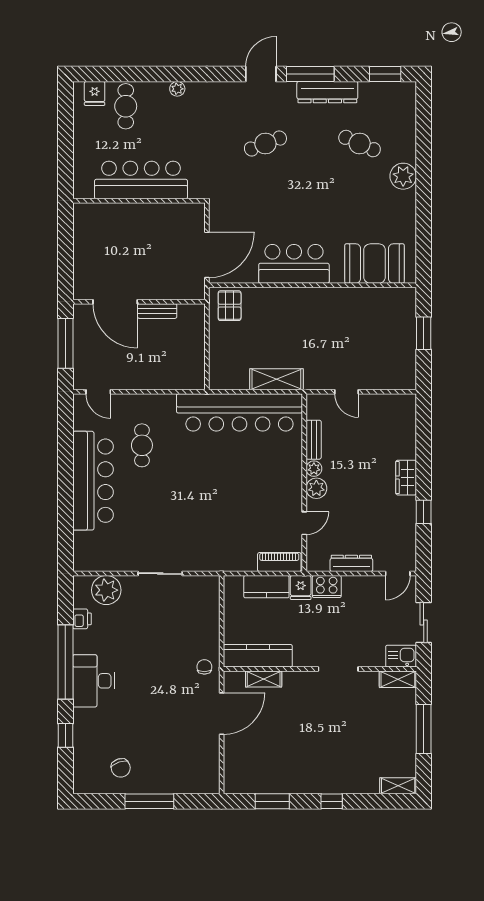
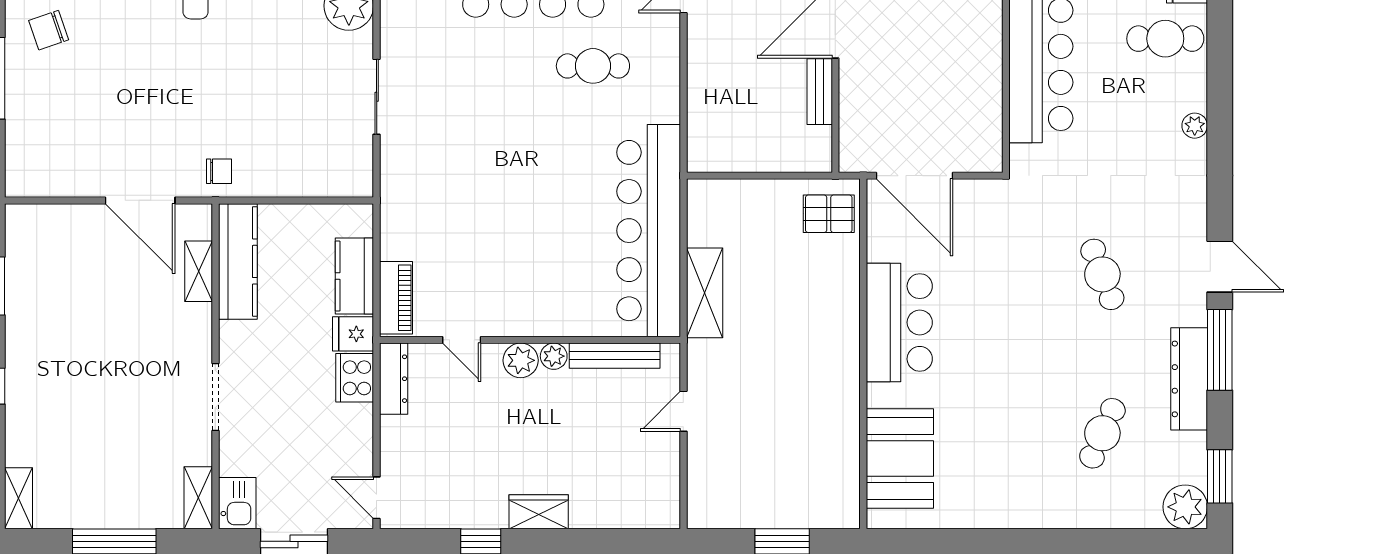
plant: (403, 176) -> (1185, 507), moved
bench: (314, 440) -> (615, 356), width x1.36
dresser: (351, 563) -> (394, 379), moved

